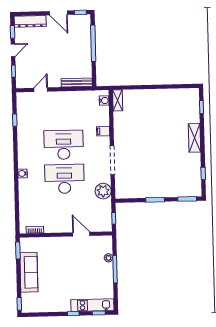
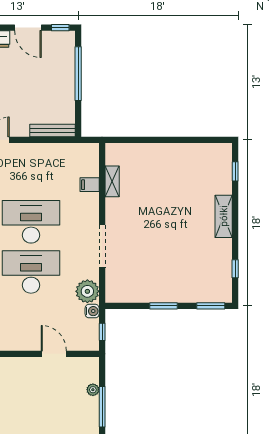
shelving: (118, 100) -> (112, 181), moved
water cooler: (104, 101) -> (92, 311), moved
filing cabinet: (103, 131) -> (90, 185), moved

